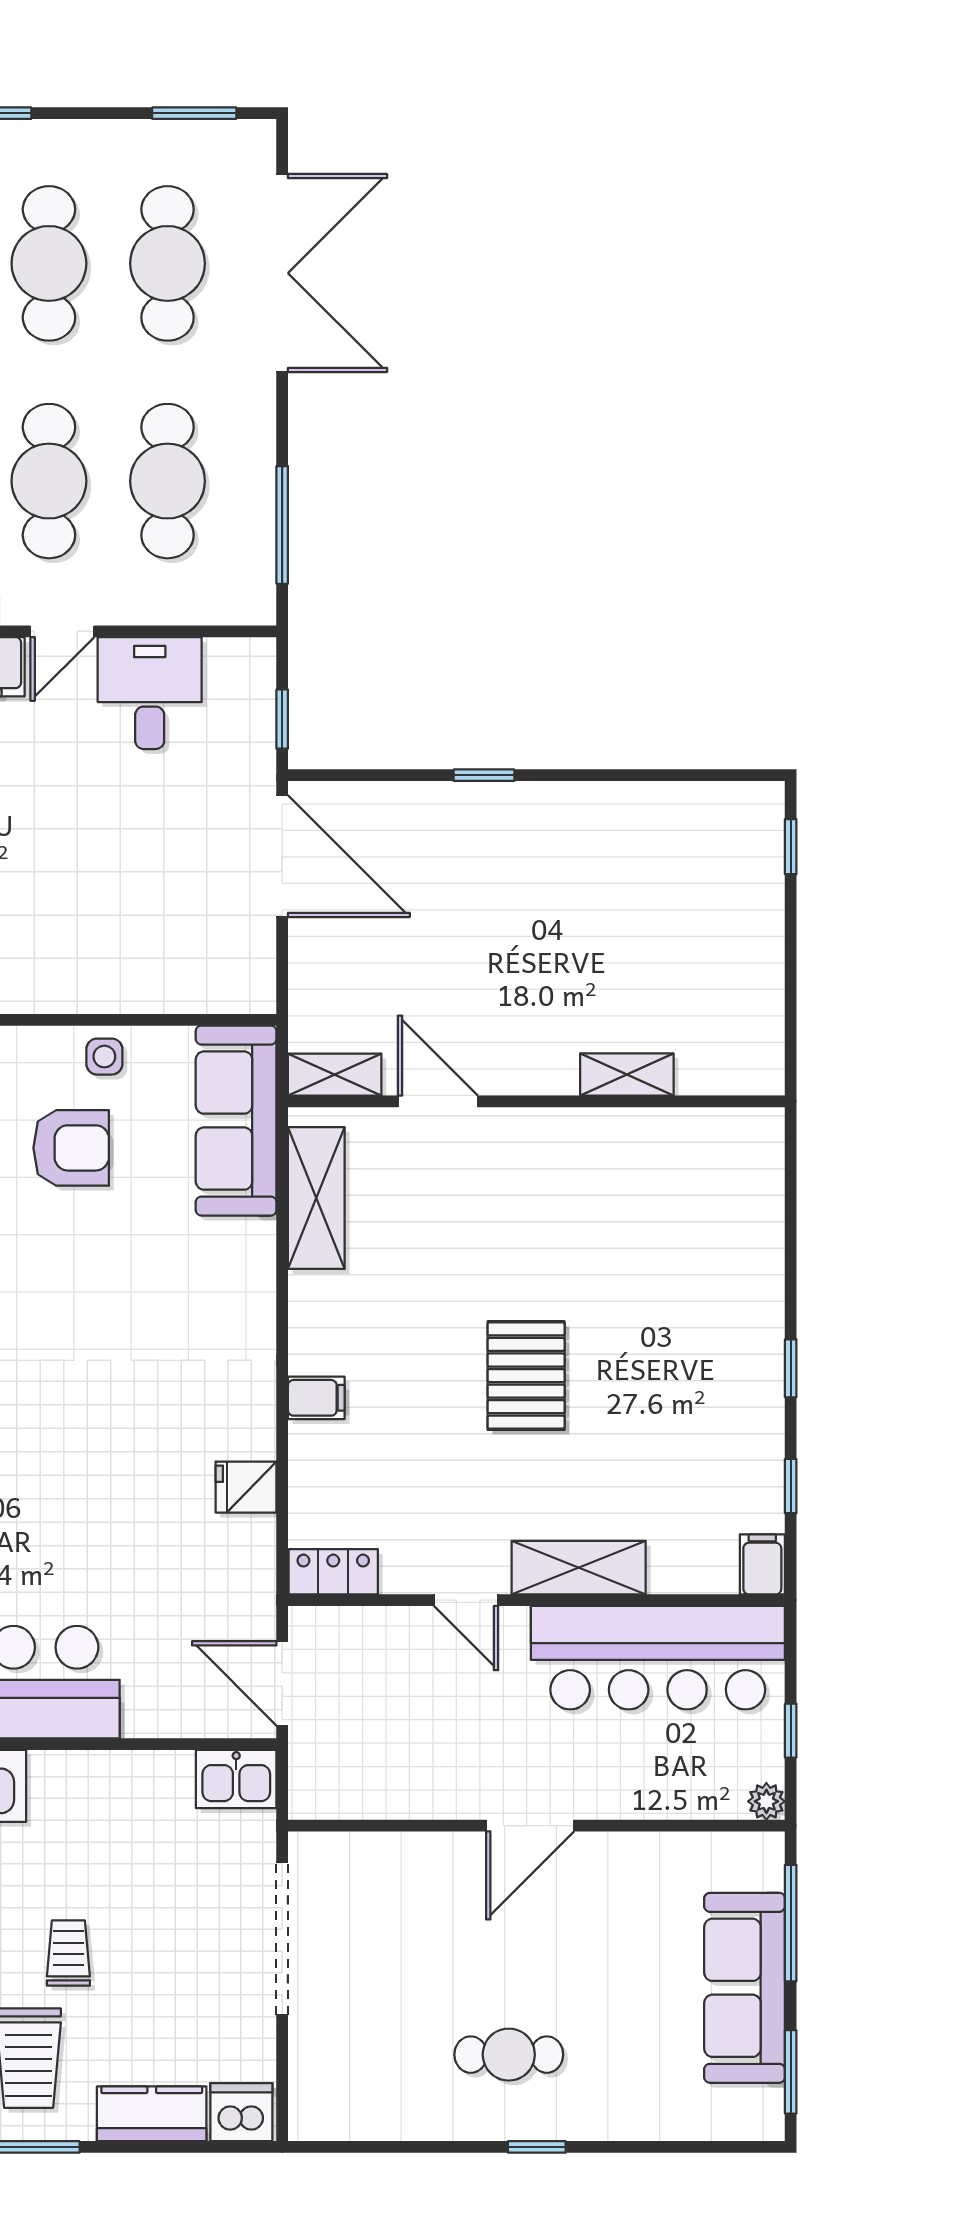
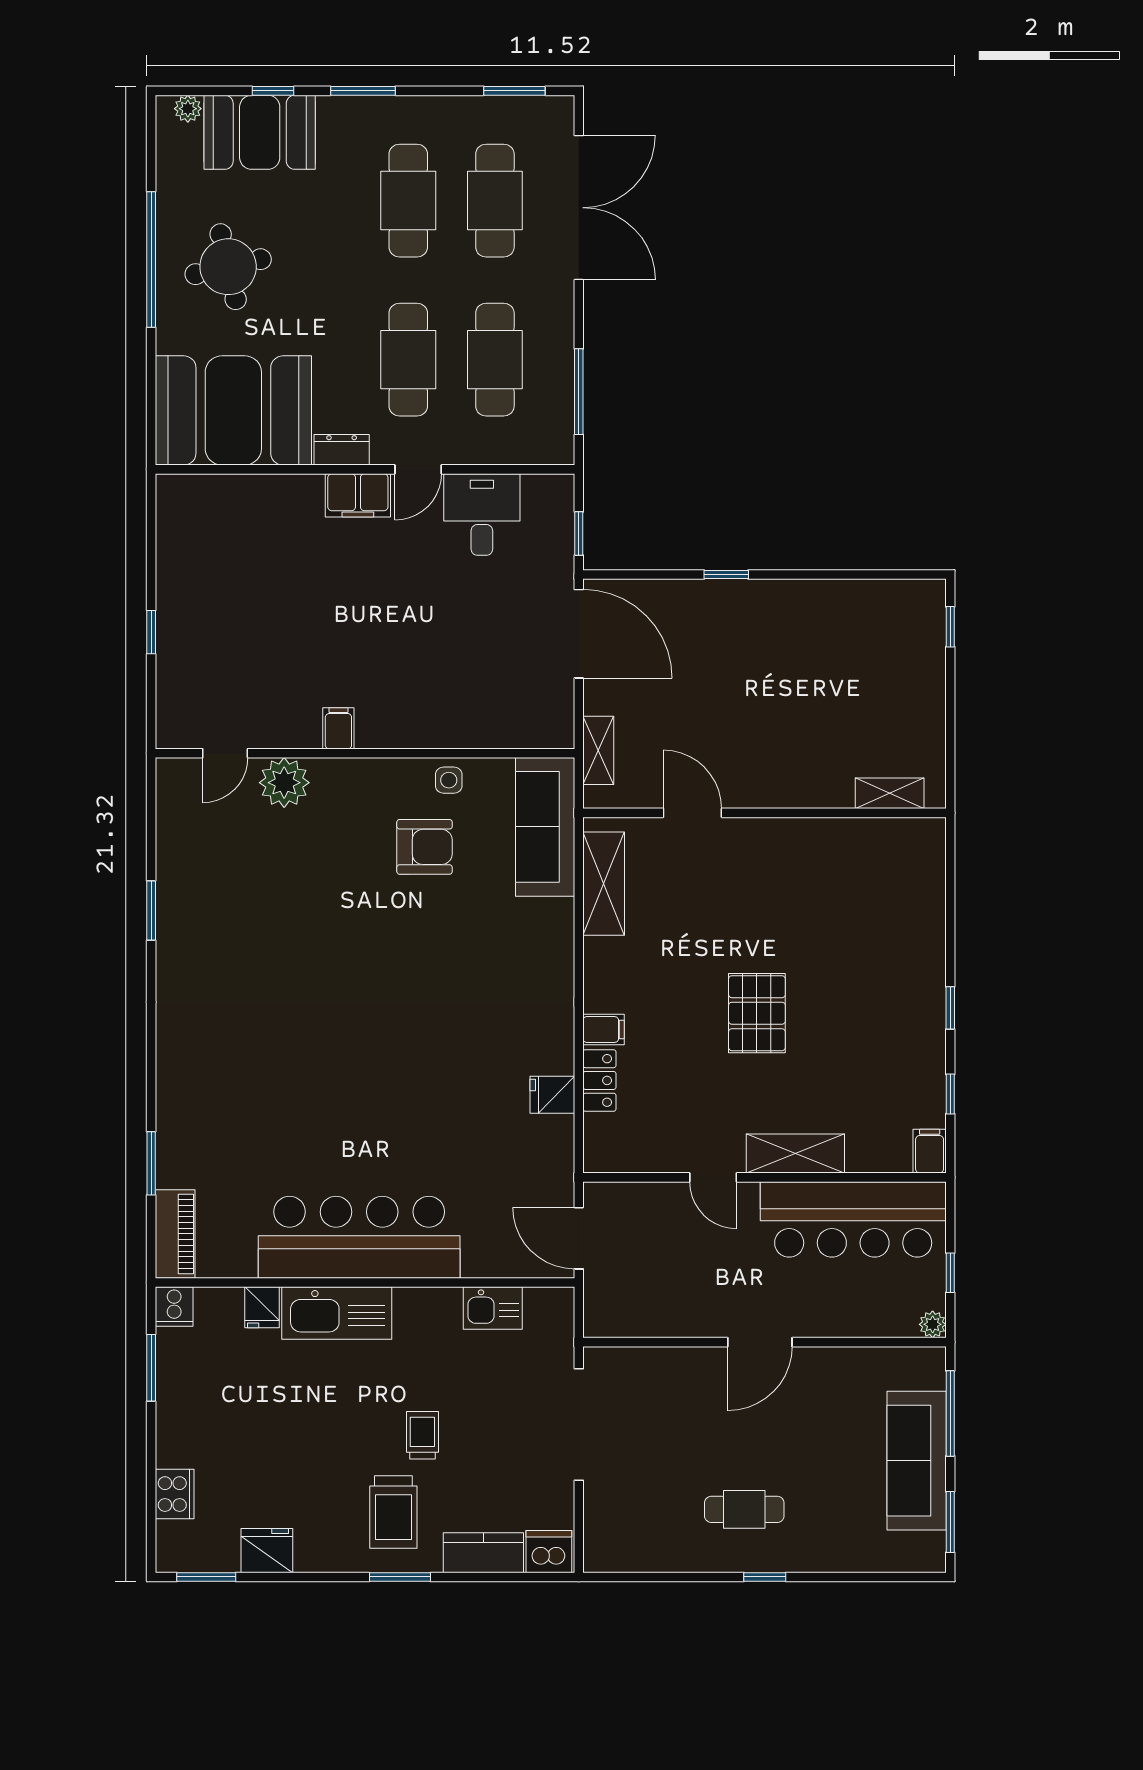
shelving: (627, 1074) -> (890, 793), moved
shelving: (335, 1075) -> (598, 750), moved, turned 90
locker: (333, 1572) -> (599, 1080), moved, turned 90
kitchen sink: (236, 1779) -> (493, 1308), moved

